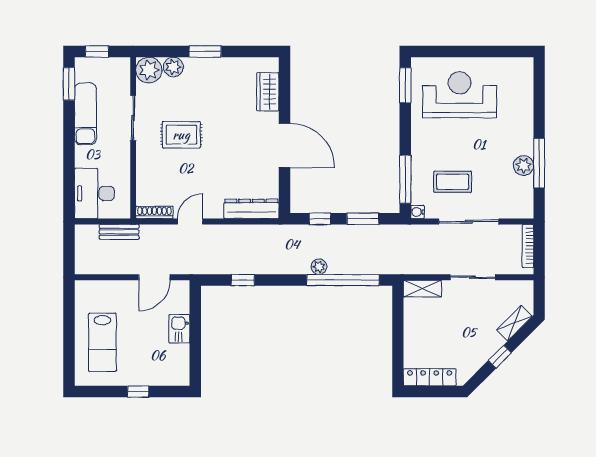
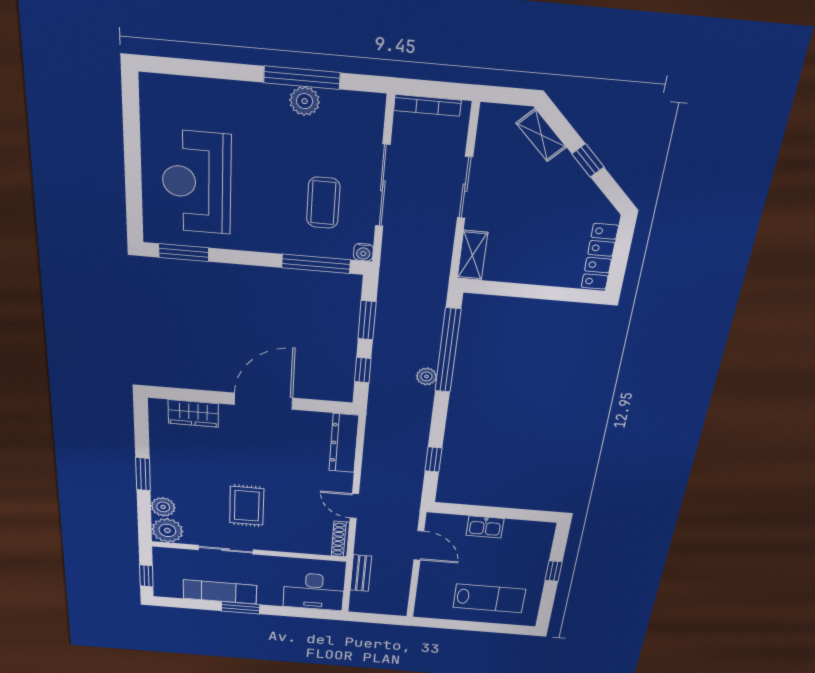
window: (69, 84) -> (241, 608), moved

